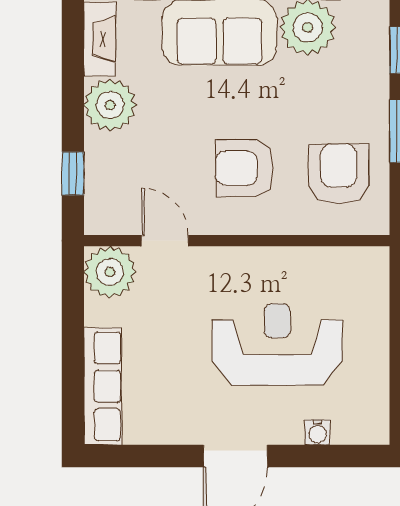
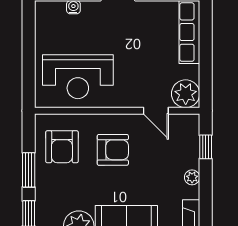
plant: (110, 105) -> (192, 177), width x0.53, depth x0.53
reception desk: (277, 345) -> (78, 77), moved

